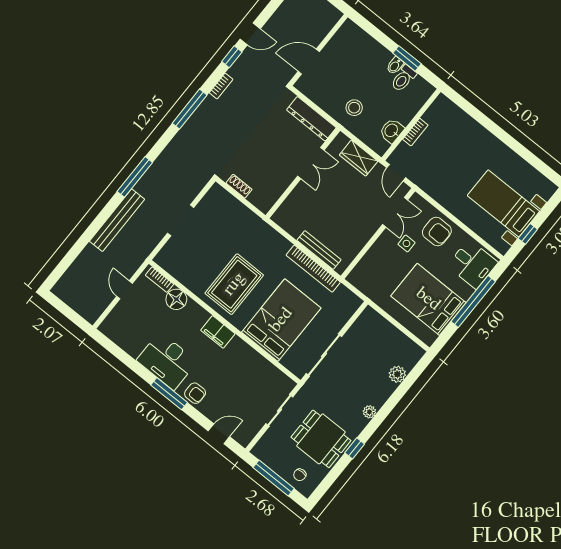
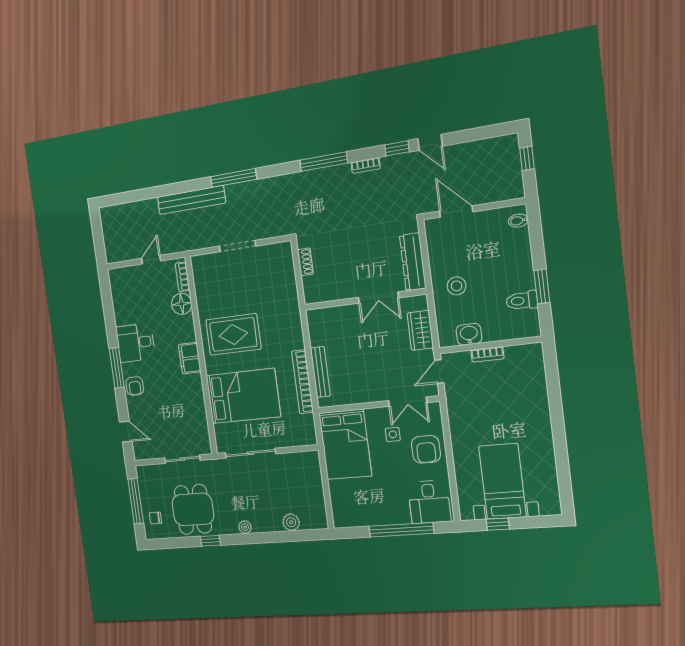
bidet: (395, 66) -> (518, 221), moved
bed: (428, 299) -> (345, 444), moved, turned 180
desk: (167, 361) -> (136, 343), width x0.73

